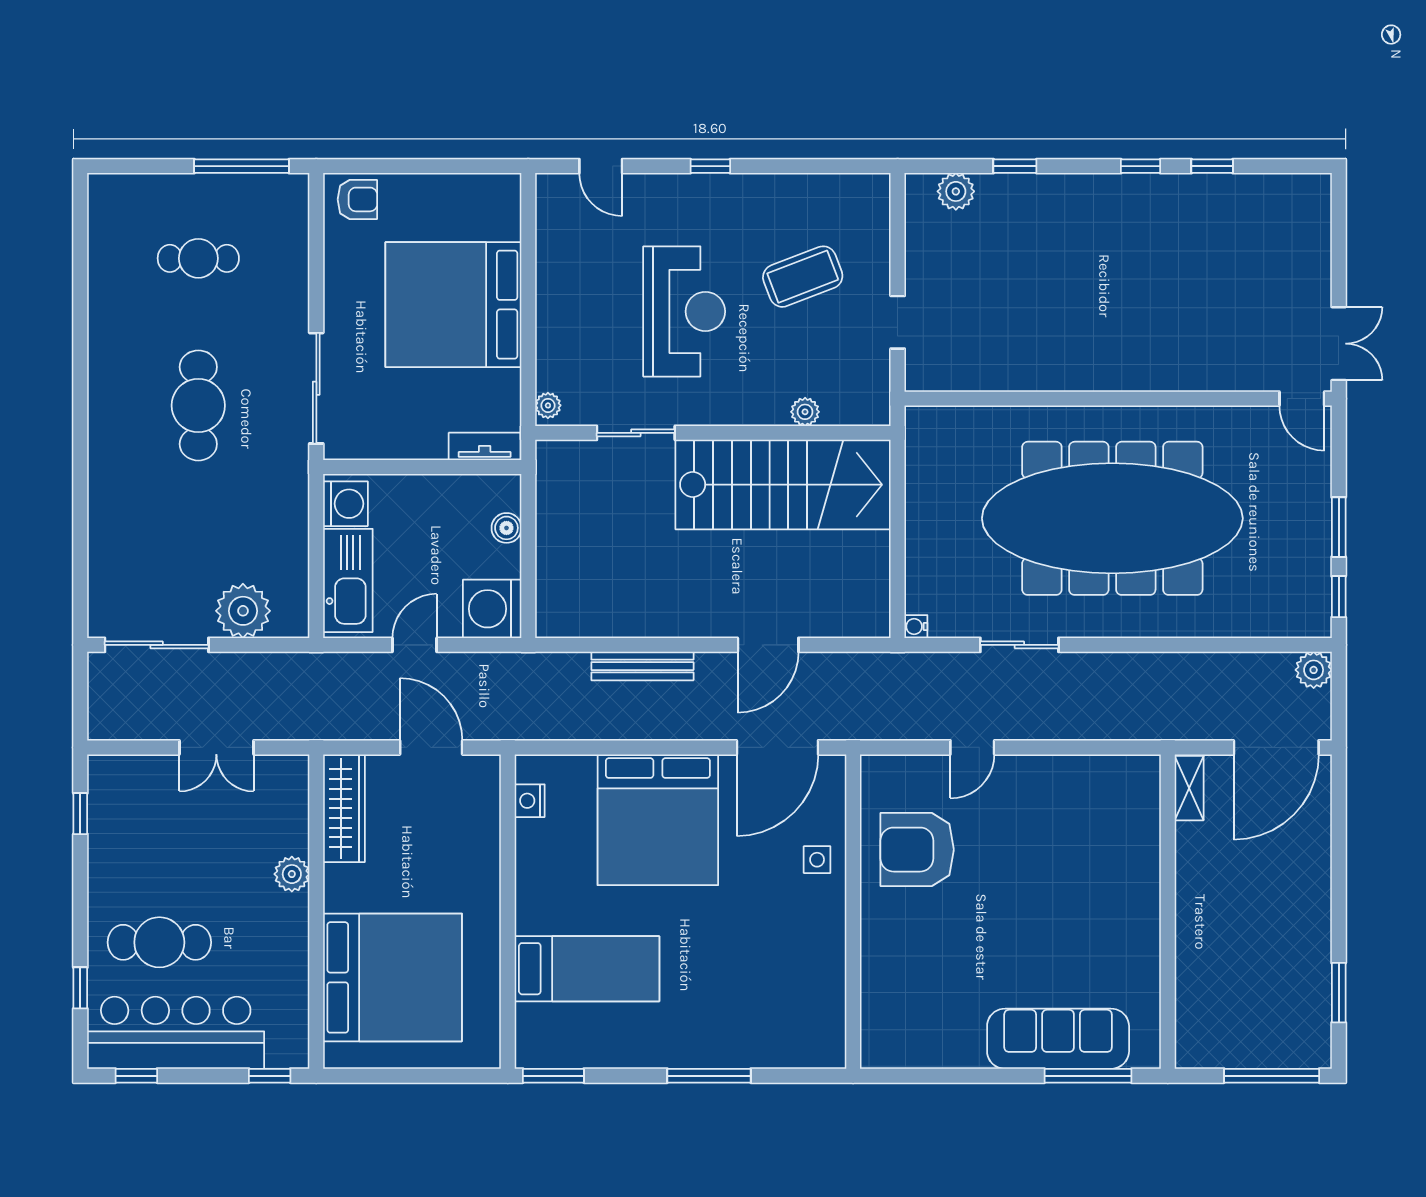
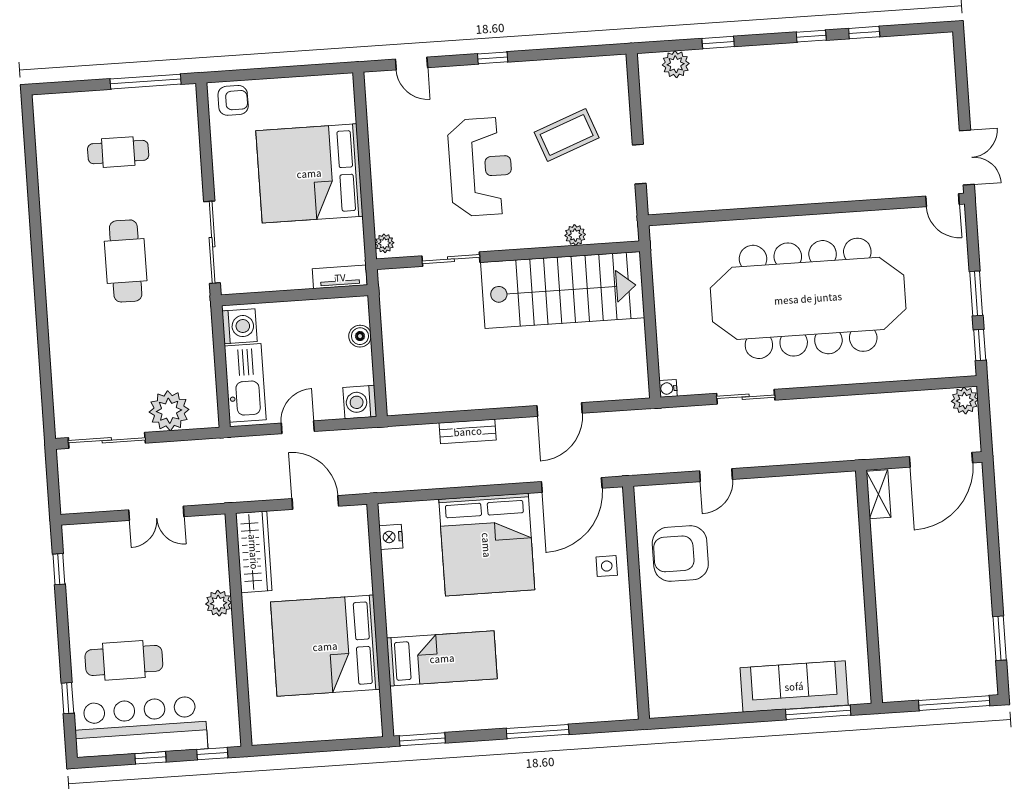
washing machine: (492, 609) -> (360, 402), width x0.73, depth x0.73
bench: (642, 666) -> (468, 431), width x0.73
bed: (393, 977) -> (325, 646), moved, turned 180
window: (136, 1076) -> (150, 758), moved

